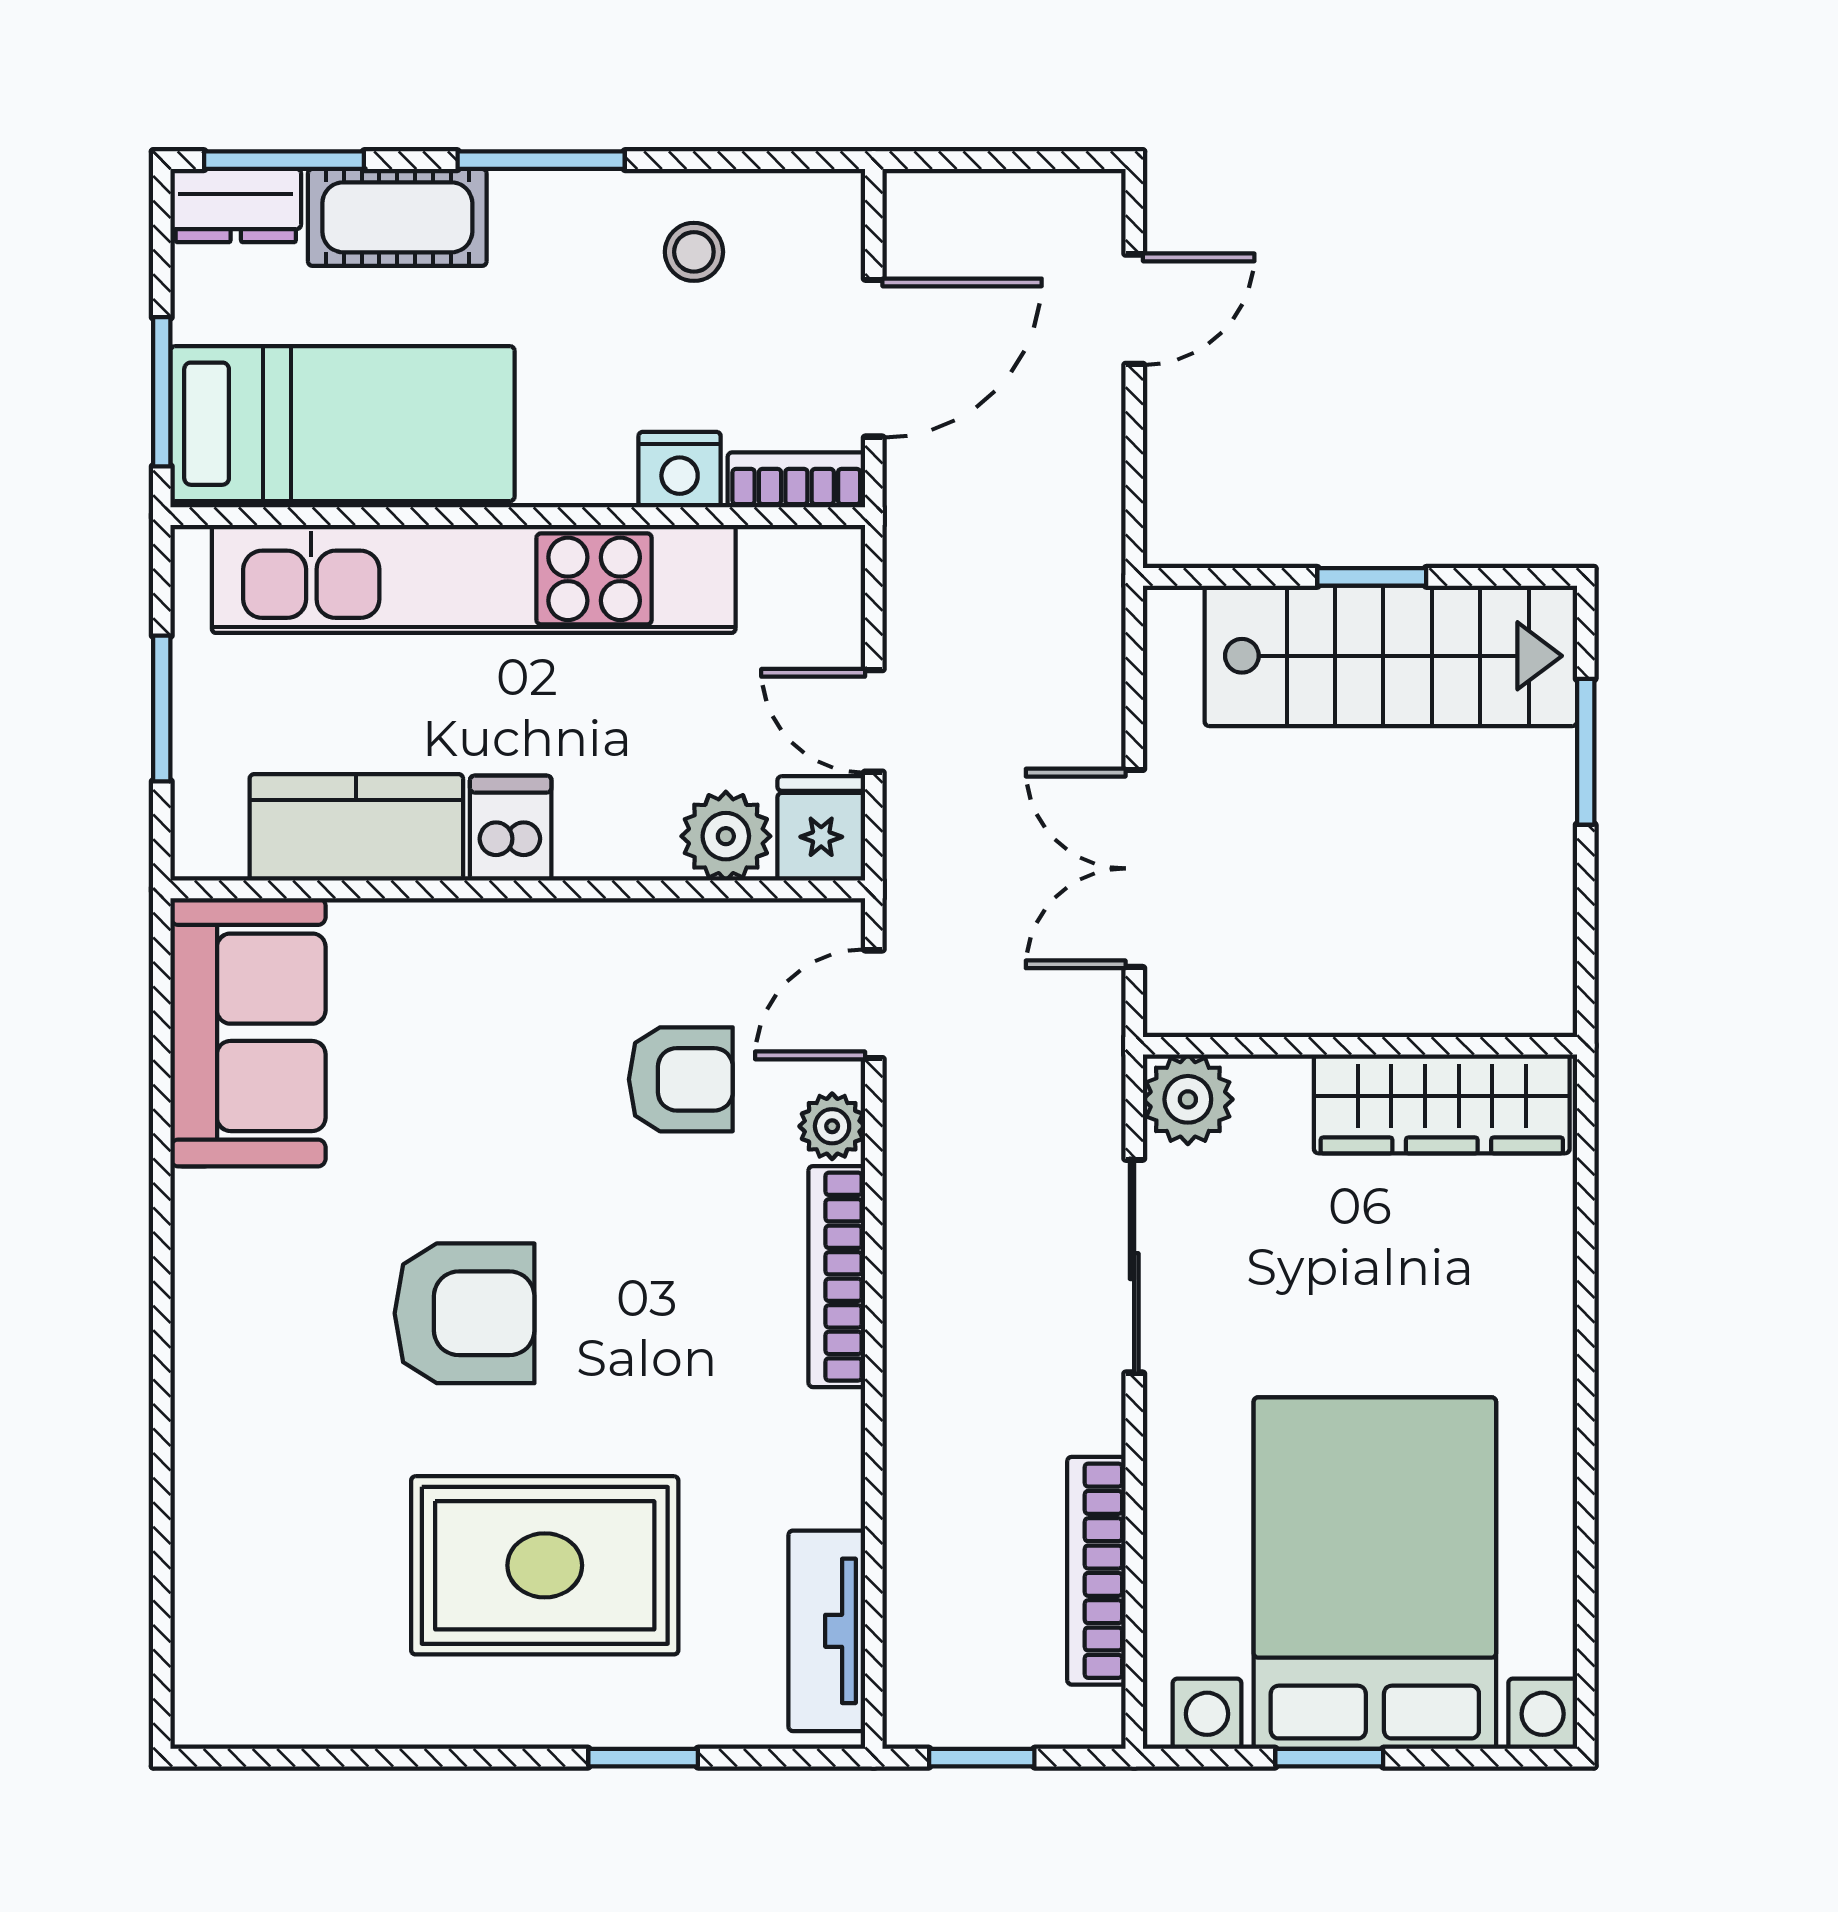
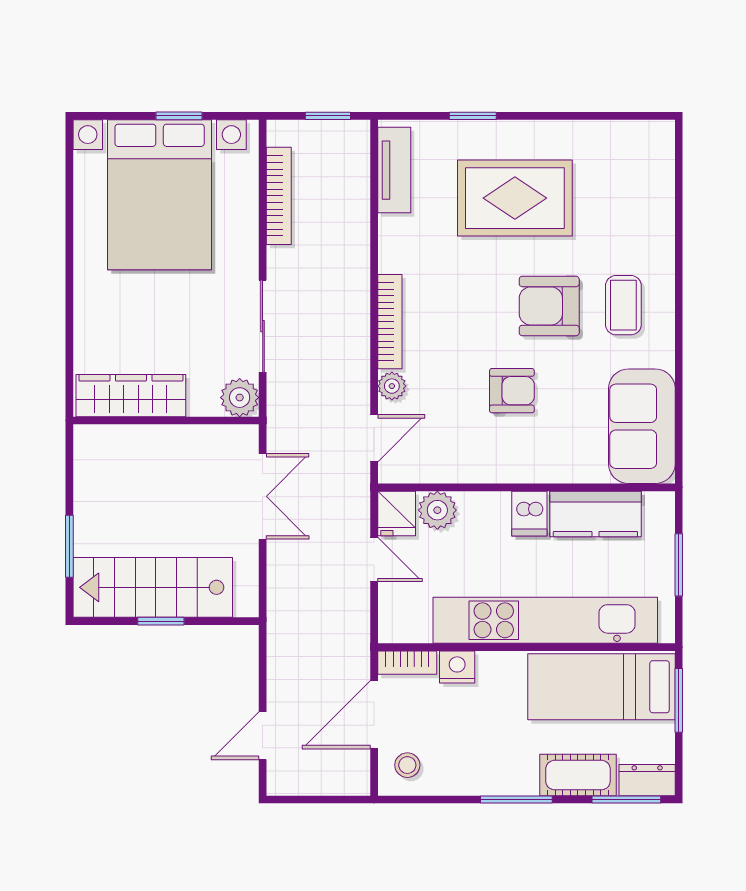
stool: (694, 252) -> (407, 765), moved
armchair: (681, 1079) -> (512, 391), moved, turned 180
coffee table: (291, 1315) -> (623, 305), added

